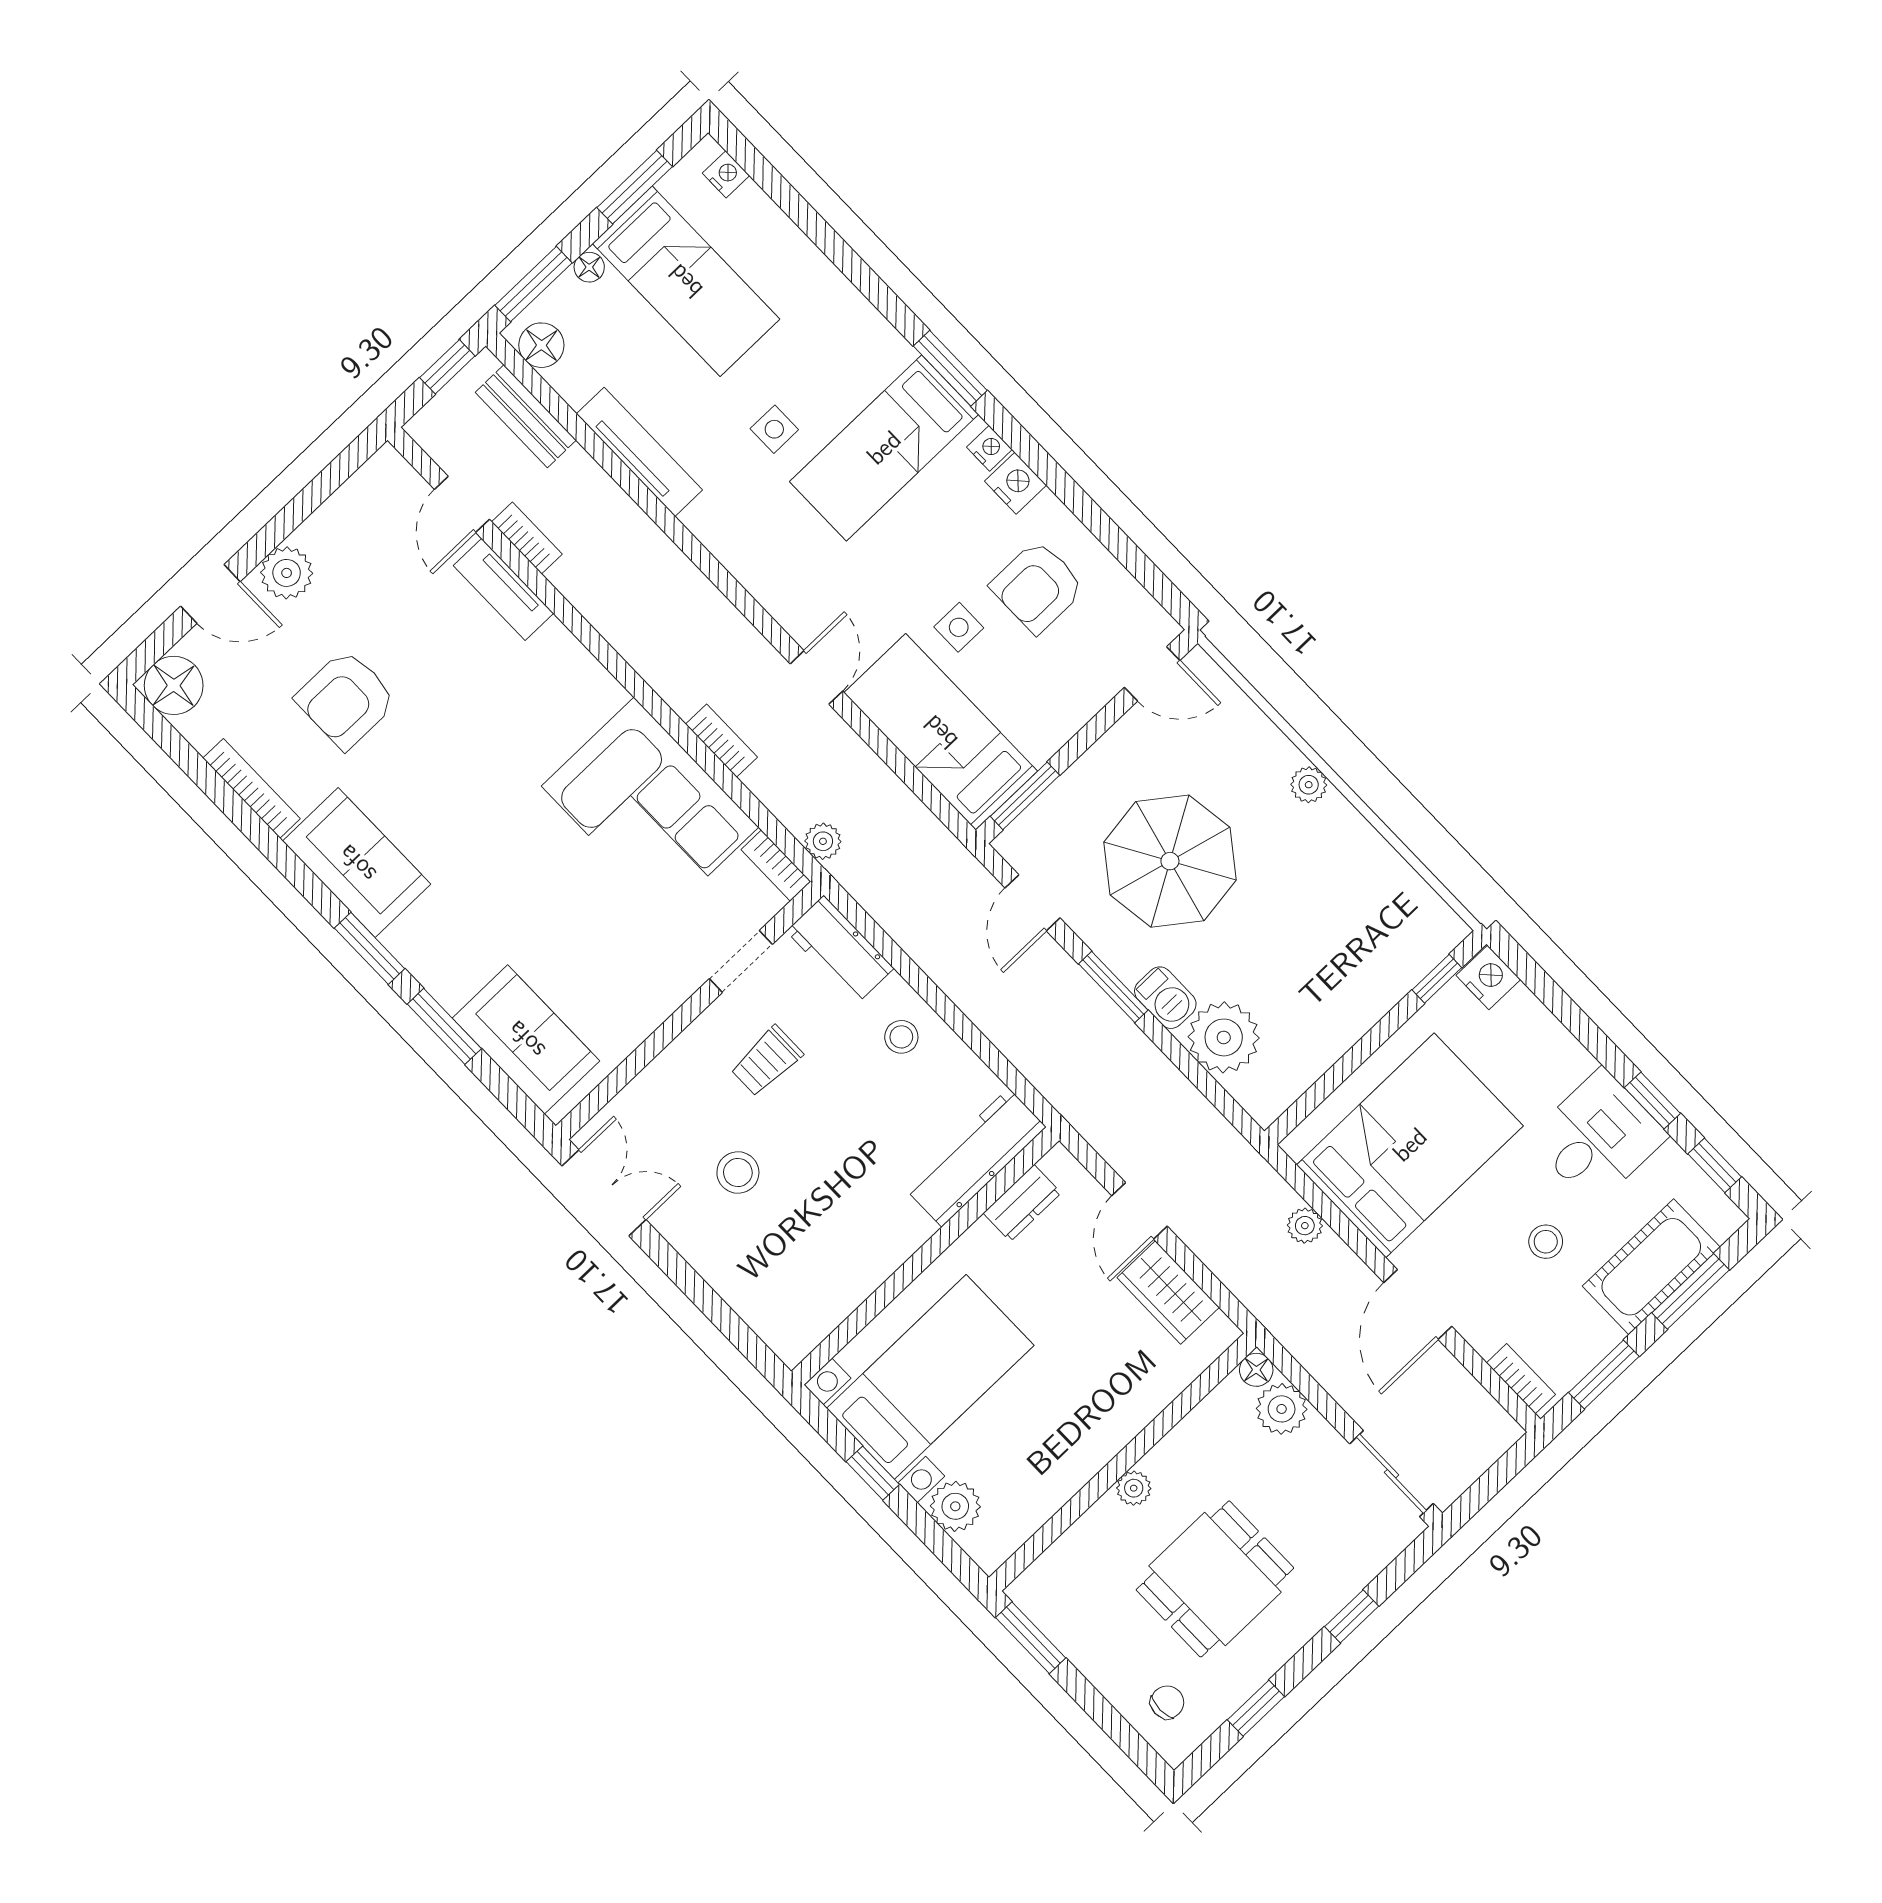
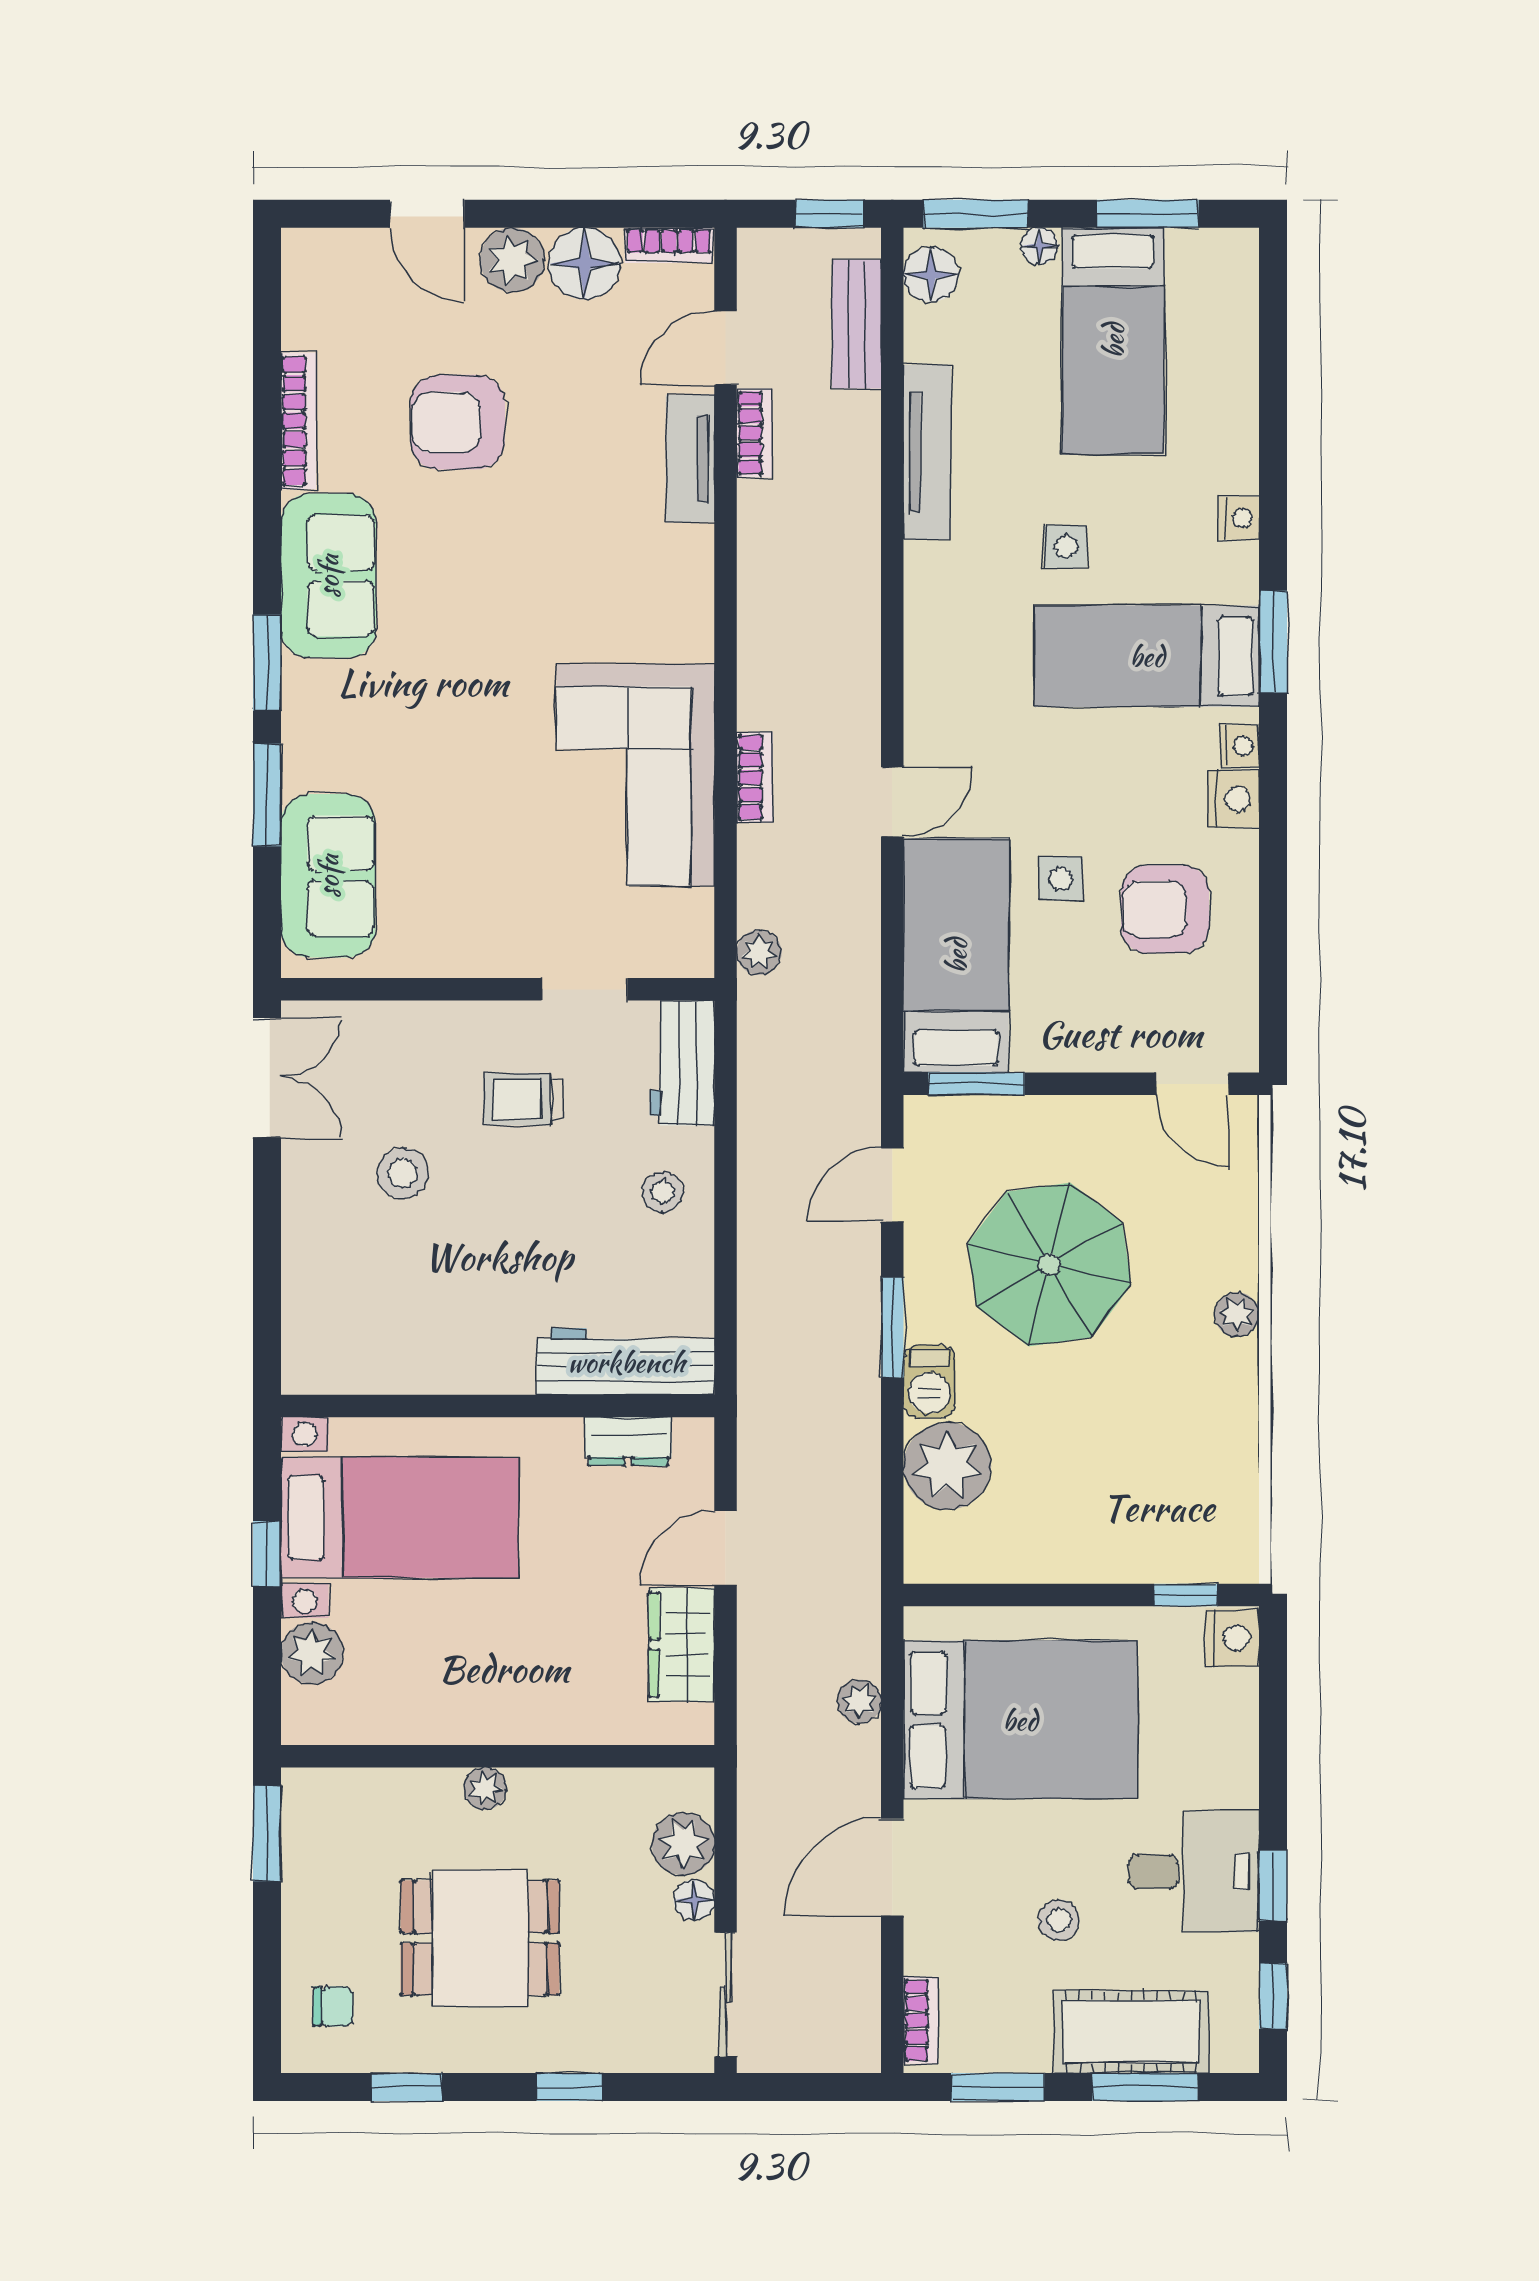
nightstand: (726, 174) -> (1239, 518), moved
floor lamp: (174, 685) -> (585, 264), moved
bookcase: (776, 866) -> (669, 245), moved, turned -90
floor lamp: (1256, 1370) -> (694, 1900), moved

